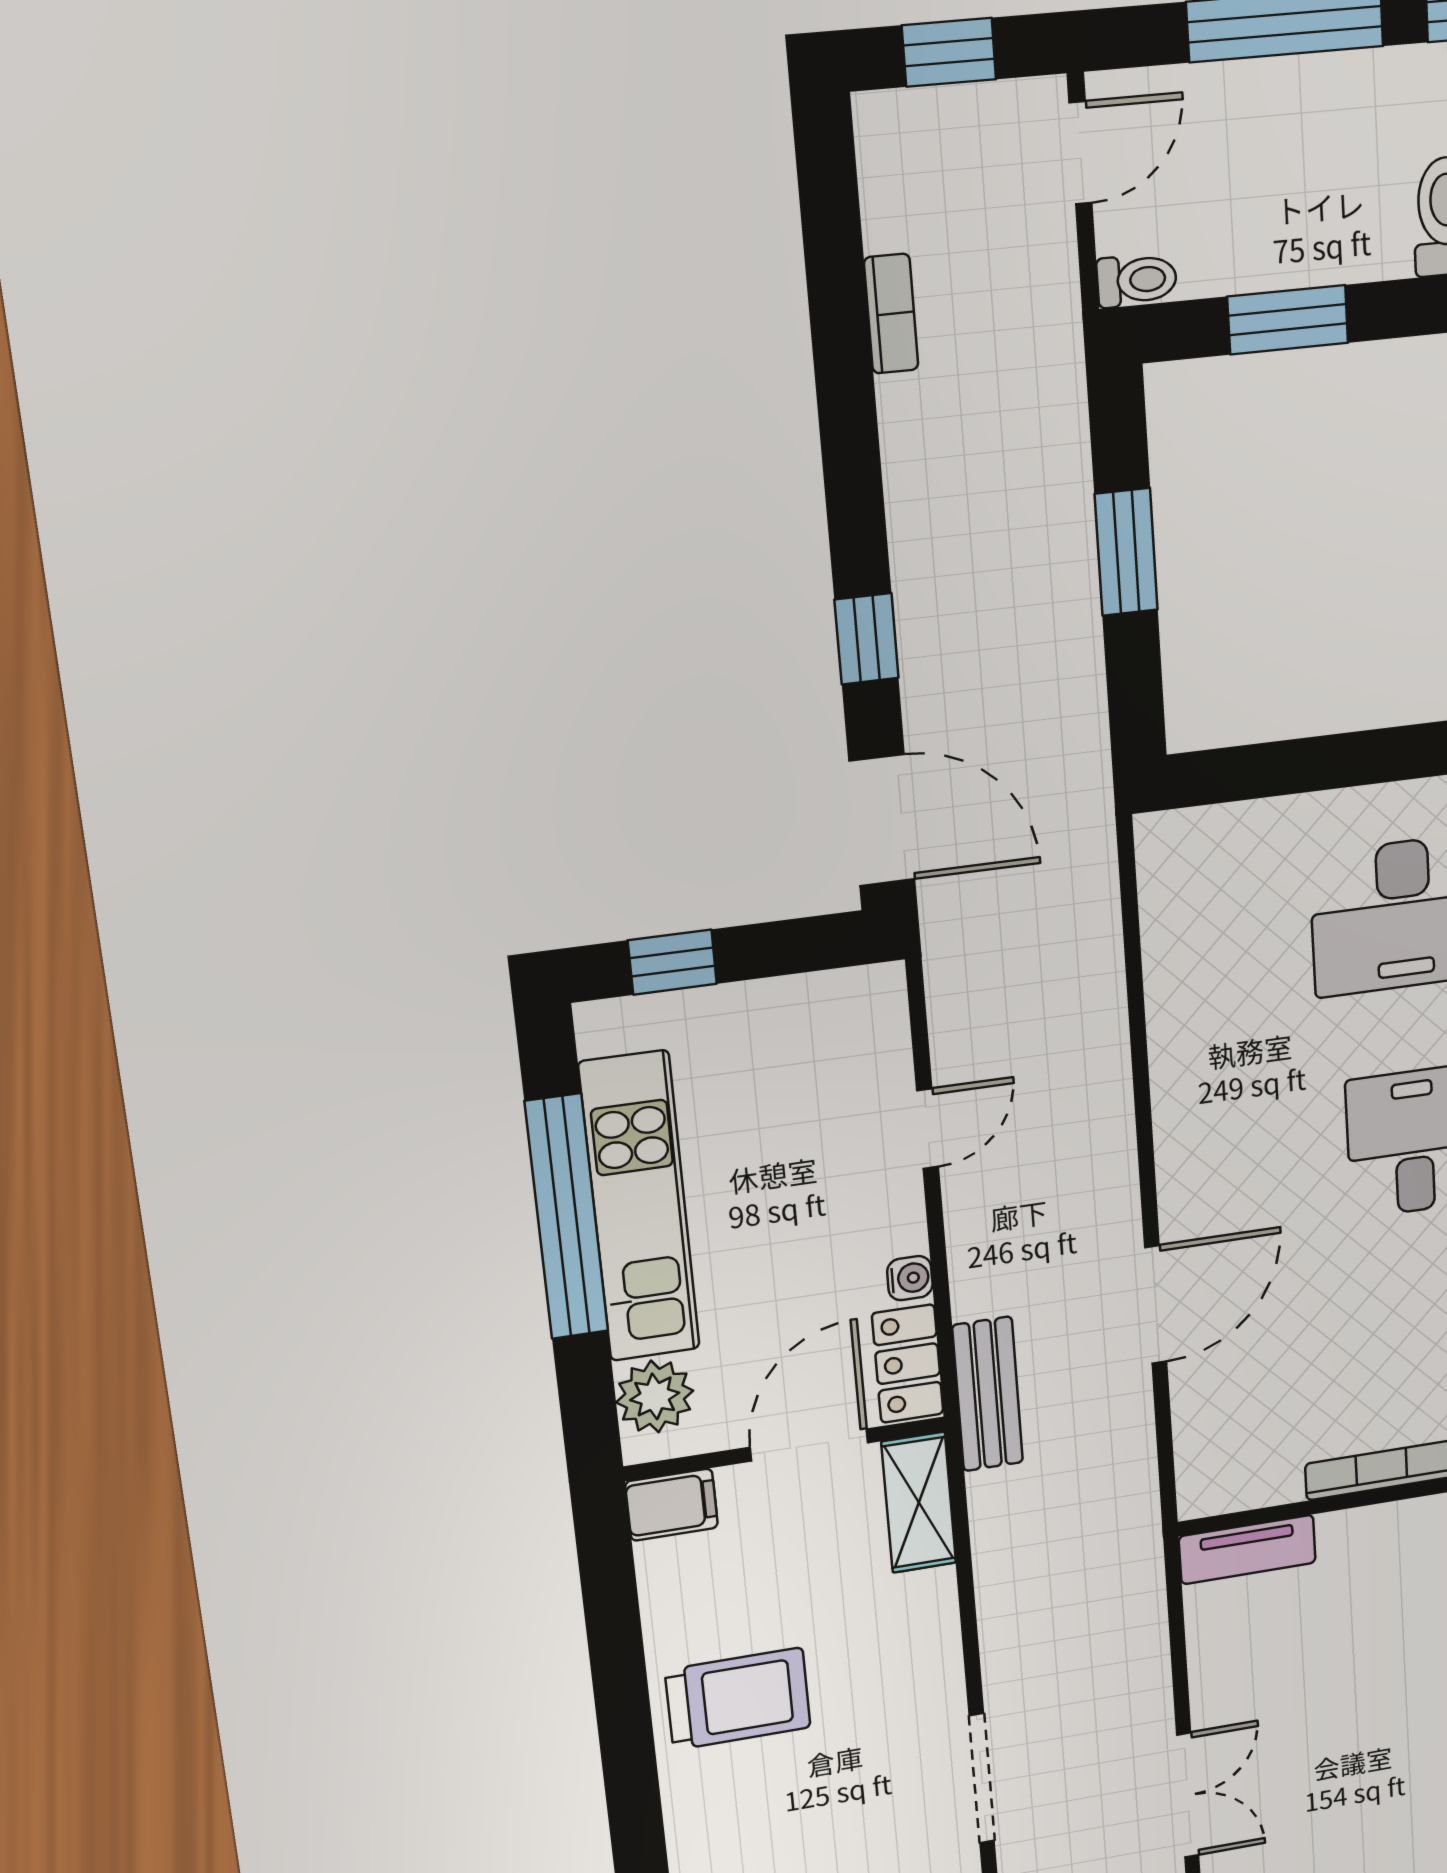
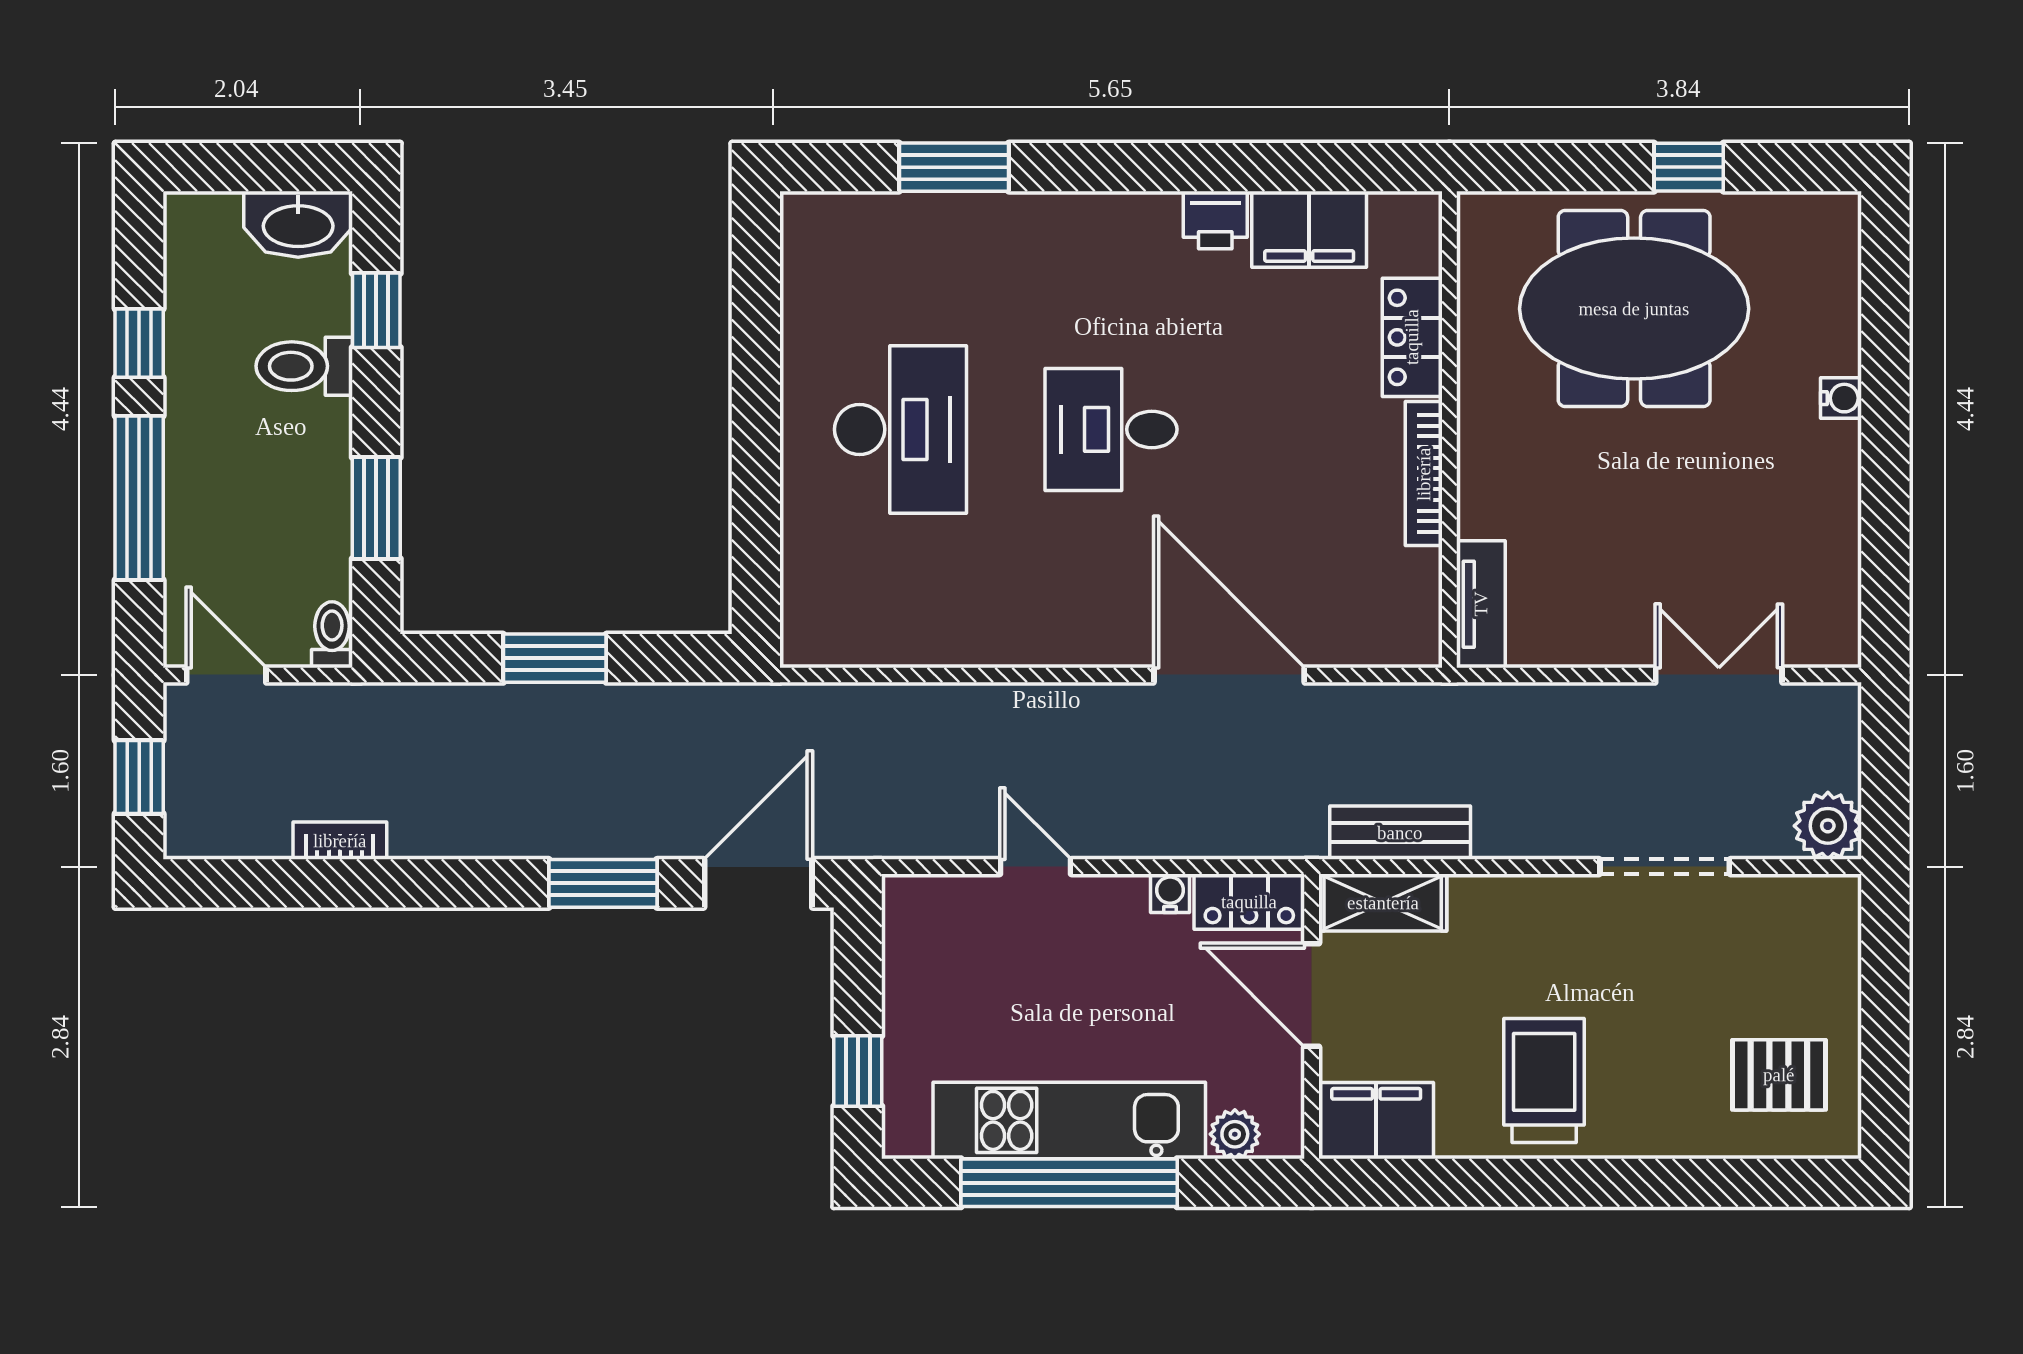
window: (867, 639) -> (603, 883), width x1.50
door: (1156, 1305) -> (1229, 675), width x1.36
bench: (988, 1394) -> (1400, 833), moved
plant: (655, 1396) -> (1235, 1134), width x0.73, depth x0.73
filing cabinet: (672, 1505) -> (1376, 1121), width x2.00

